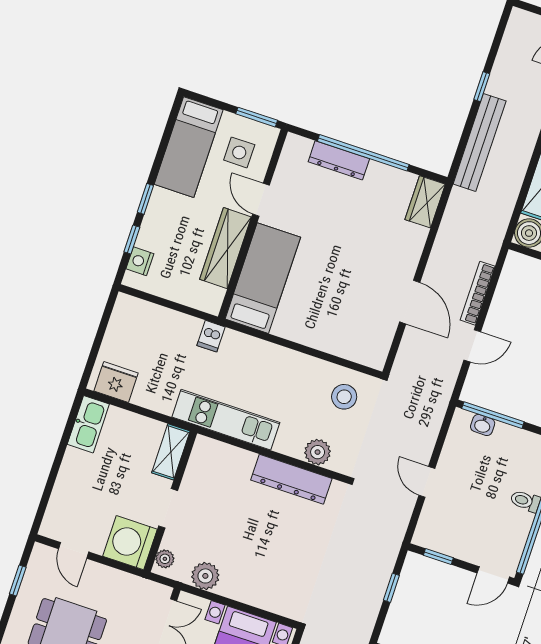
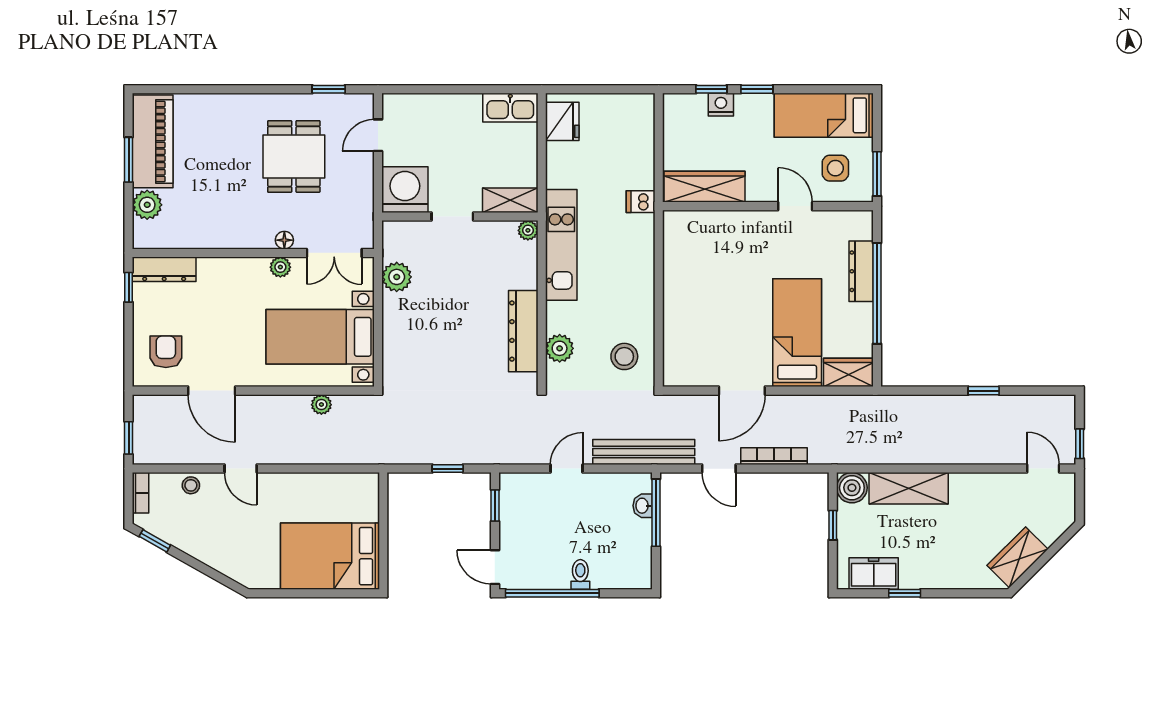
bench: (480, 142) -> (644, 452), moved
door: (261, 200) -> (795, 206), hinge flipped
wardrobe: (226, 248) -> (704, 187), moved
nightstand: (140, 261) -> (721, 105), moved
bed: (263, 278) -> (797, 333), moved, turned -90
plant: (165, 559) -> (528, 230), moved

